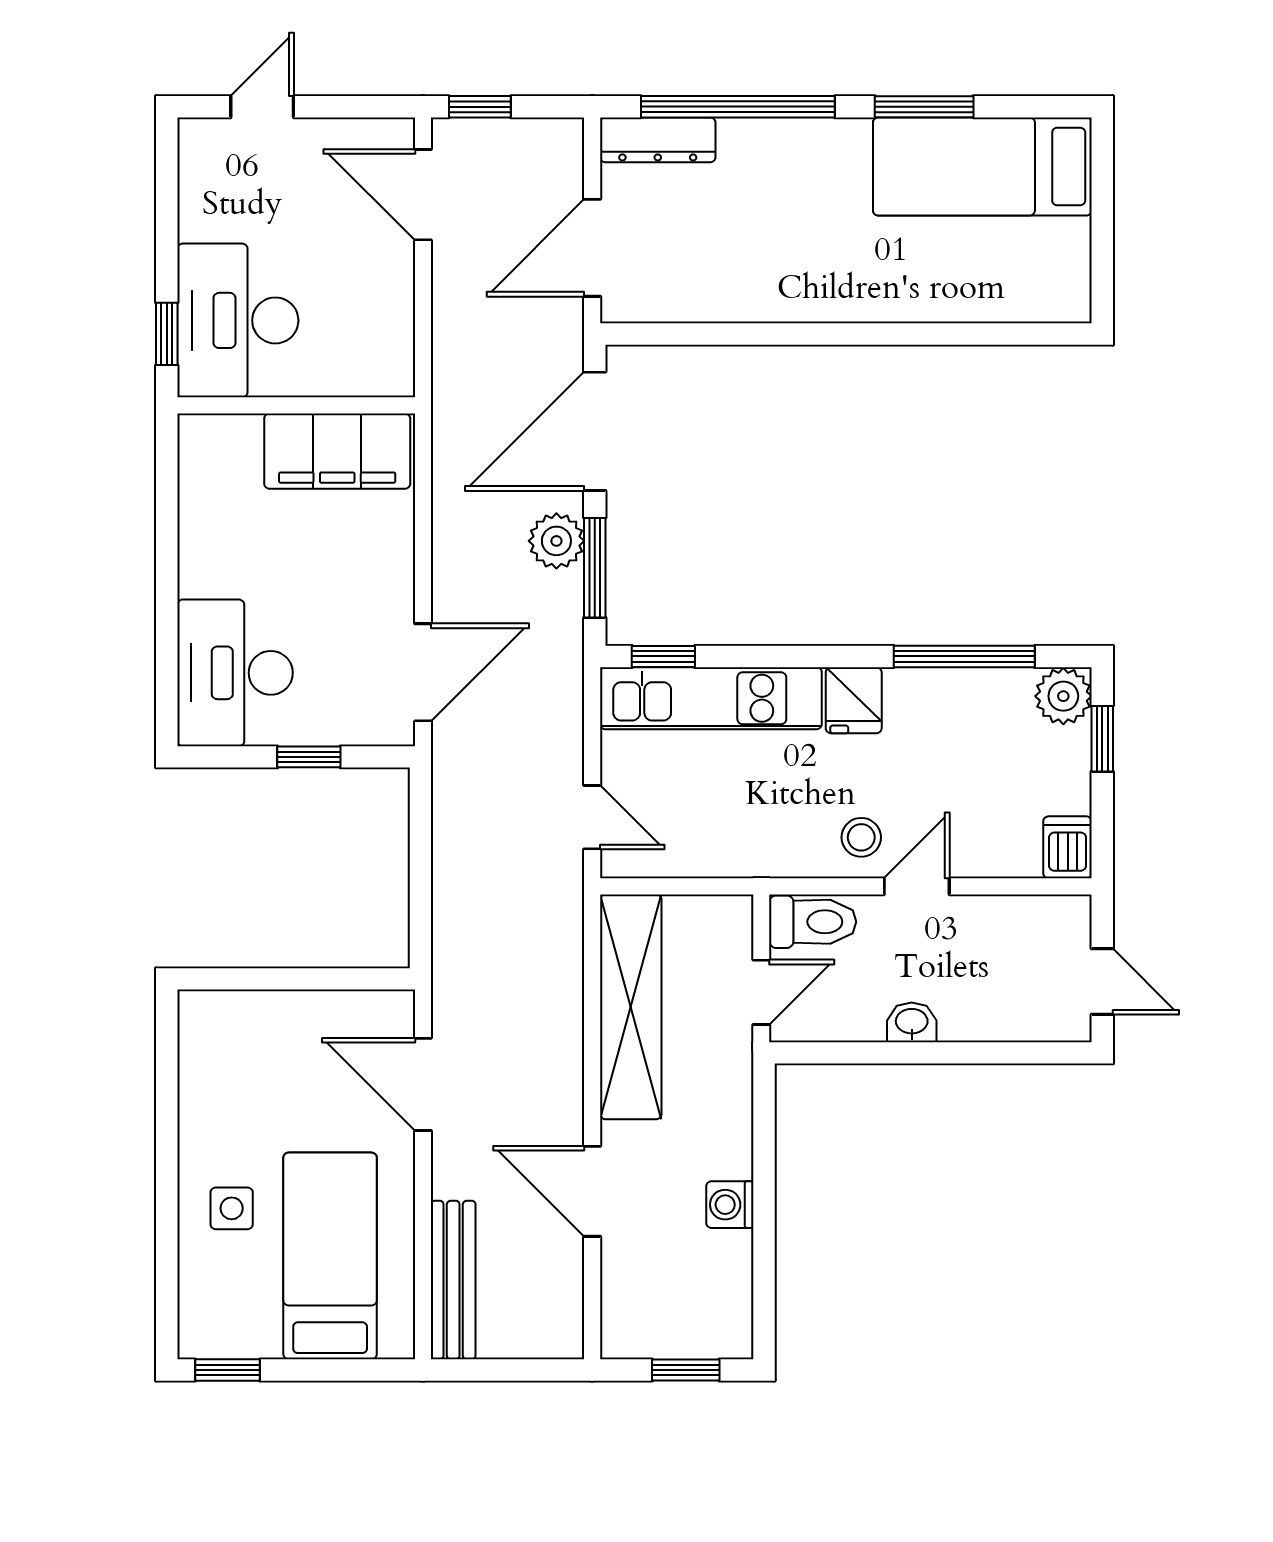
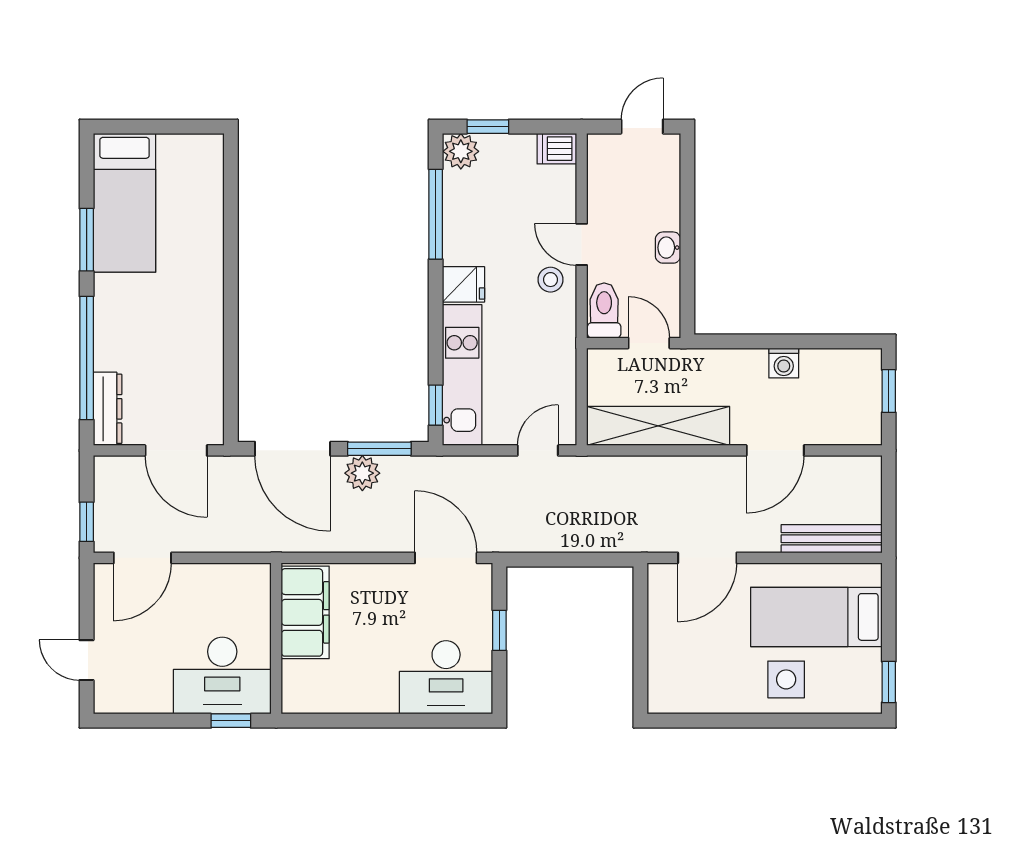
side table: (232, 1208) -> (786, 679), width x1.37, depth x1.37

